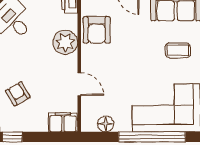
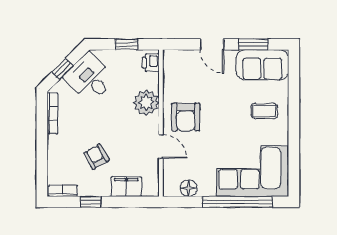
armchair: (97, 30) -> (186, 117), moved
filing cabinet: (63, 122) -> (126, 187), moved

